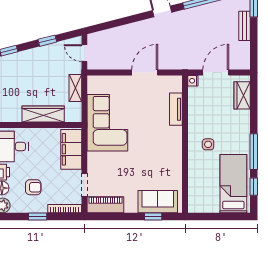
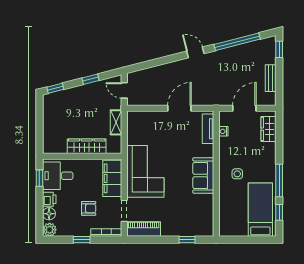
bench: (245, 26) -> (271, 78), moved
nightstand: (193, 81) -> (223, 131), moved
tv unit: (176, 109) -> (208, 129), moved
corner sofa: (107, 123) -> (145, 171), moved
armchair: (33, 187) -> (89, 208), moved
sofa: (158, 202) -> (203, 176), moved, turned -90

